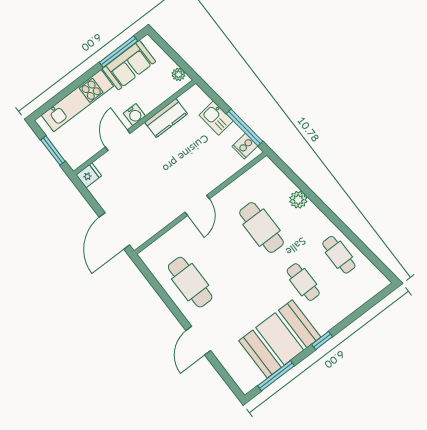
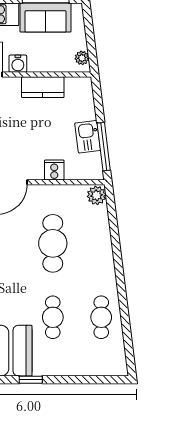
kitchen sink: (216, 118) -> (88, 137), moved
cooker: (245, 146) -> (54, 170), moved, turned 97
plant: (298, 200) -> (97, 195), moved

